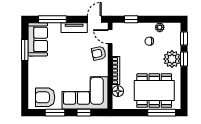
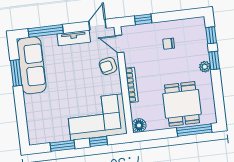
plant: (160, 27) -> (179, 25), removed
sofa: (38, 39) -> (31, 65), width x1.36
plant: (172, 59) -> (205, 67), width x0.53, depth x0.53
floor lamp: (118, 91) -> (139, 125), moved
dining table: (154, 91) -> (182, 104), width x0.73
armchair: (45, 97) -> (48, 128), removed

